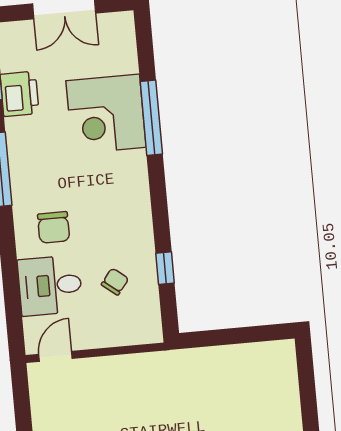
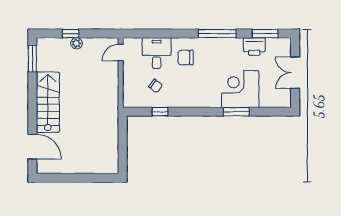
window: (151, 118) -> (236, 112), width x0.69
door: (55, 356) -> (121, 53), swing flipped

